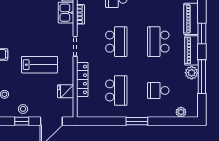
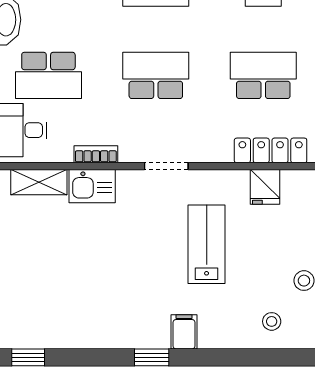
locker: (82, 79) -> (271, 150), moved

